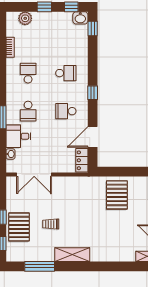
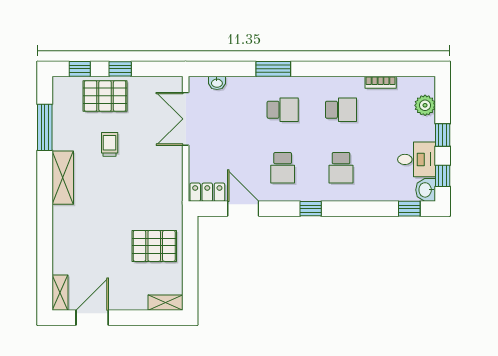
school desk: (28, 111) -> (283, 110), turned 180
school desk: (66, 111) -> (283, 168), turned 180
desk: (18, 136) -> (417, 159), moved, turned 90

